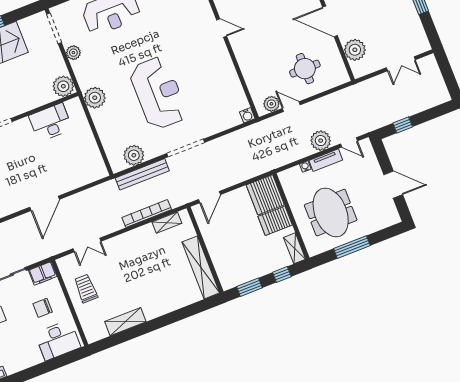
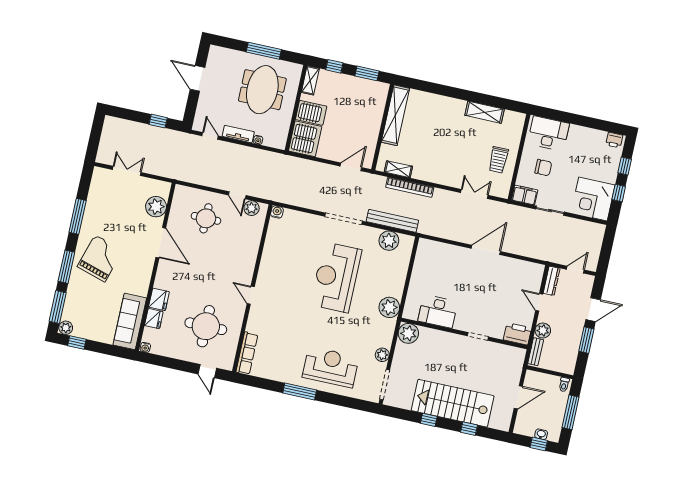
plant: (321, 141) -> (232, 152), removed

